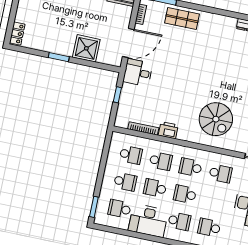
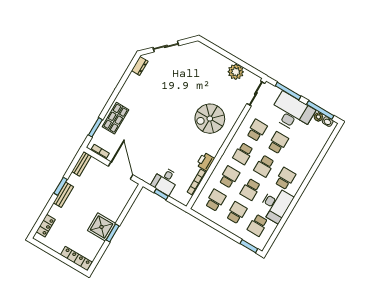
locker: (17, 33) -> (76, 258), width x1.53
shower: (86, 48) -> (102, 227), moved
desk: (138, 73) -> (165, 181), moved
spiral stairs: (216, 119) -> (210, 119), turned 180
school desk: (209, 227) -> (278, 143), moved, turned 180

